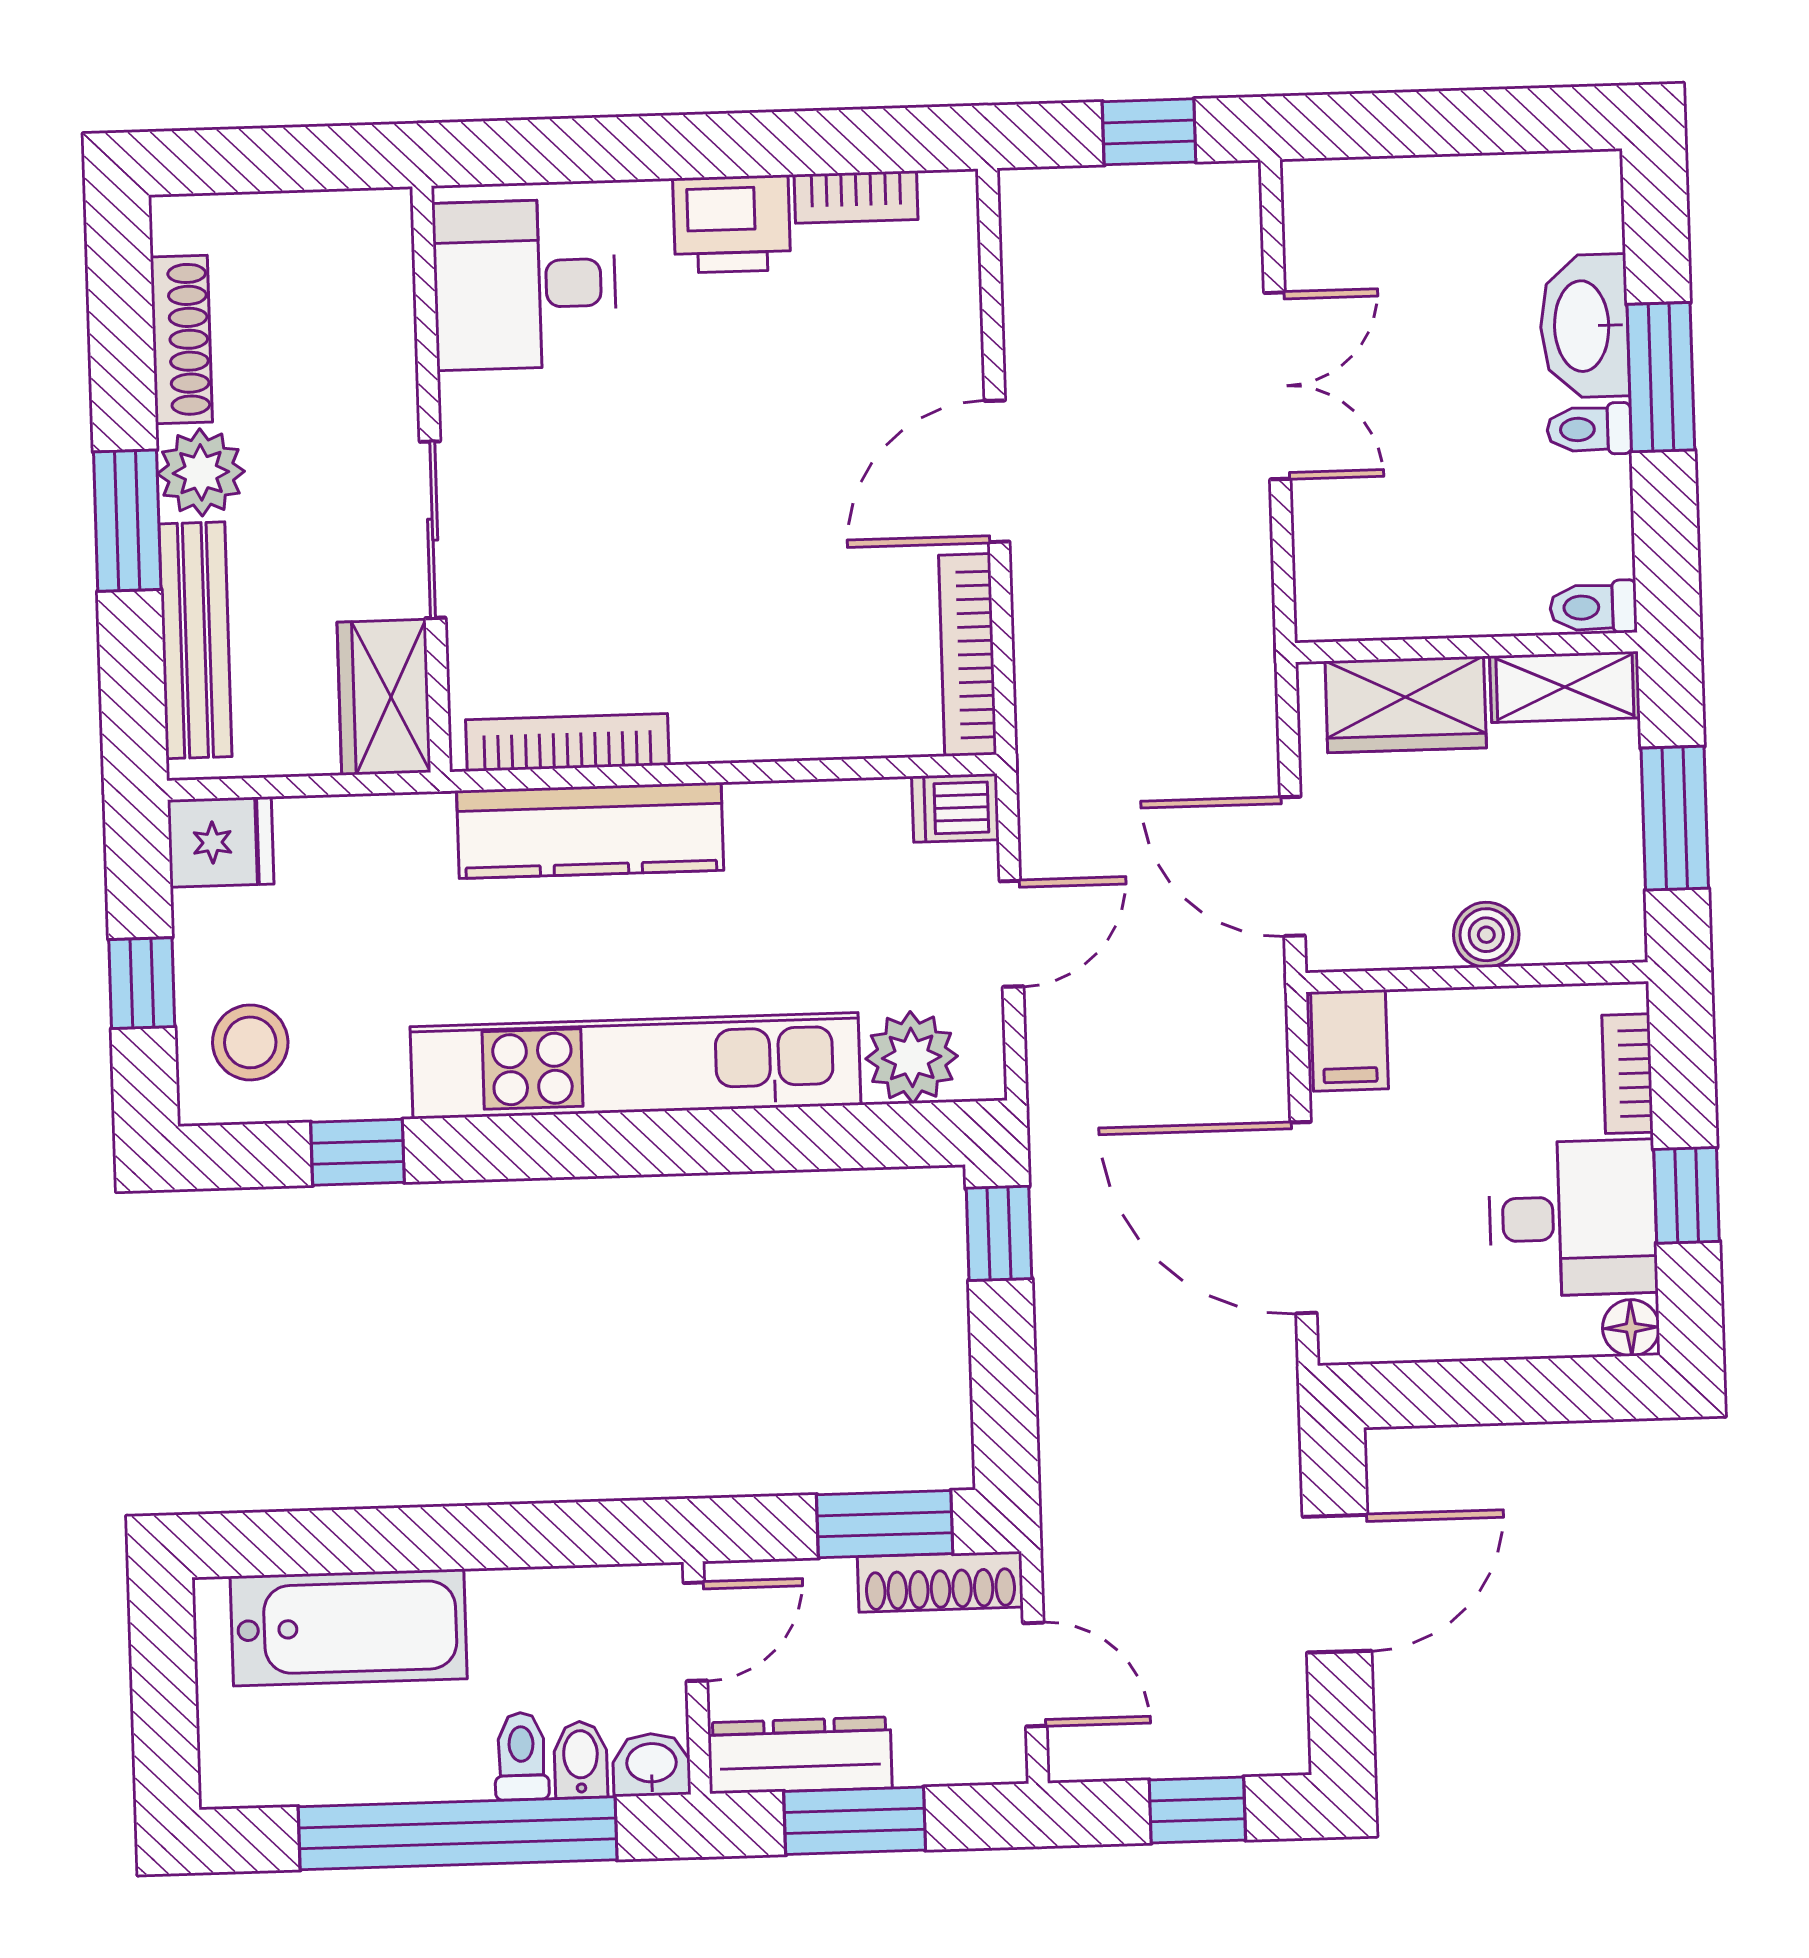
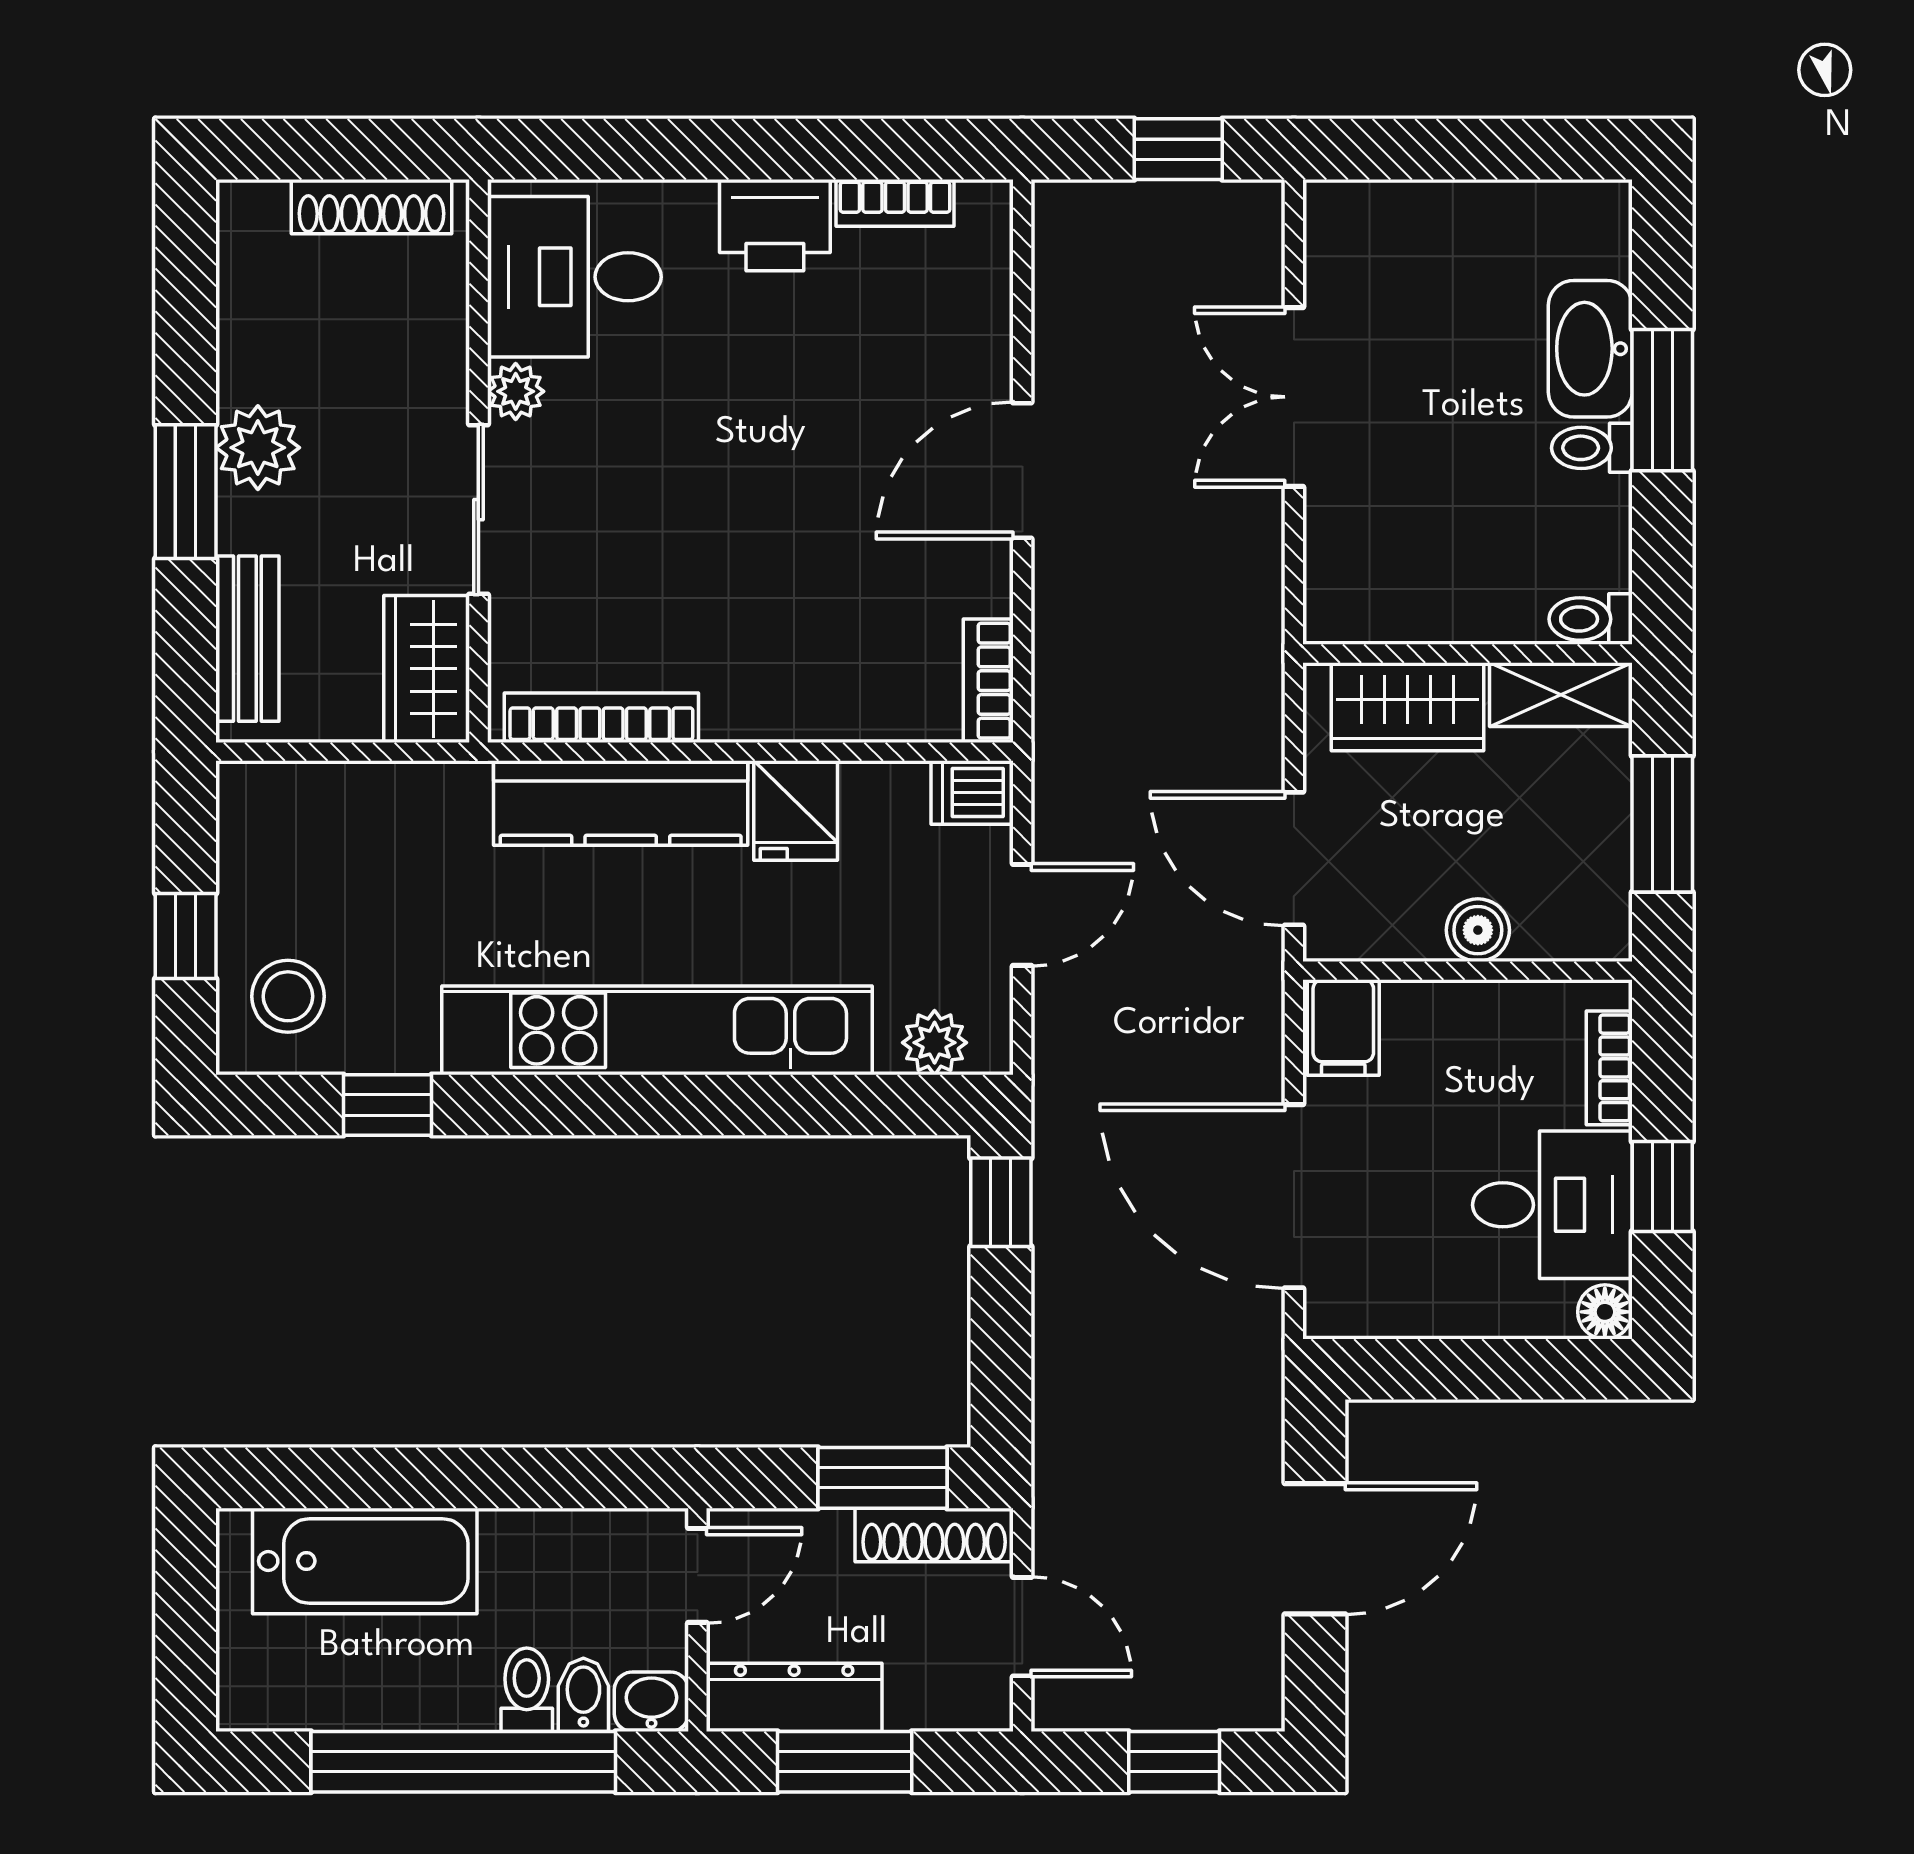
shoe rack: (181, 339) -> (371, 207), moved, turned 90
double door: (1277, 386) -> (1294, 397), swing flipped
plant: (467, 406) -> (516, 391), added
bench: (195, 640) -> (247, 639), width x0.73
bookcase: (968, 655) -> (988, 681), width x0.64
fridge: (221, 842) -> (796, 811), moved, turned 90
plant: (912, 1057) -> (935, 1043), width x0.73, depth x0.73

